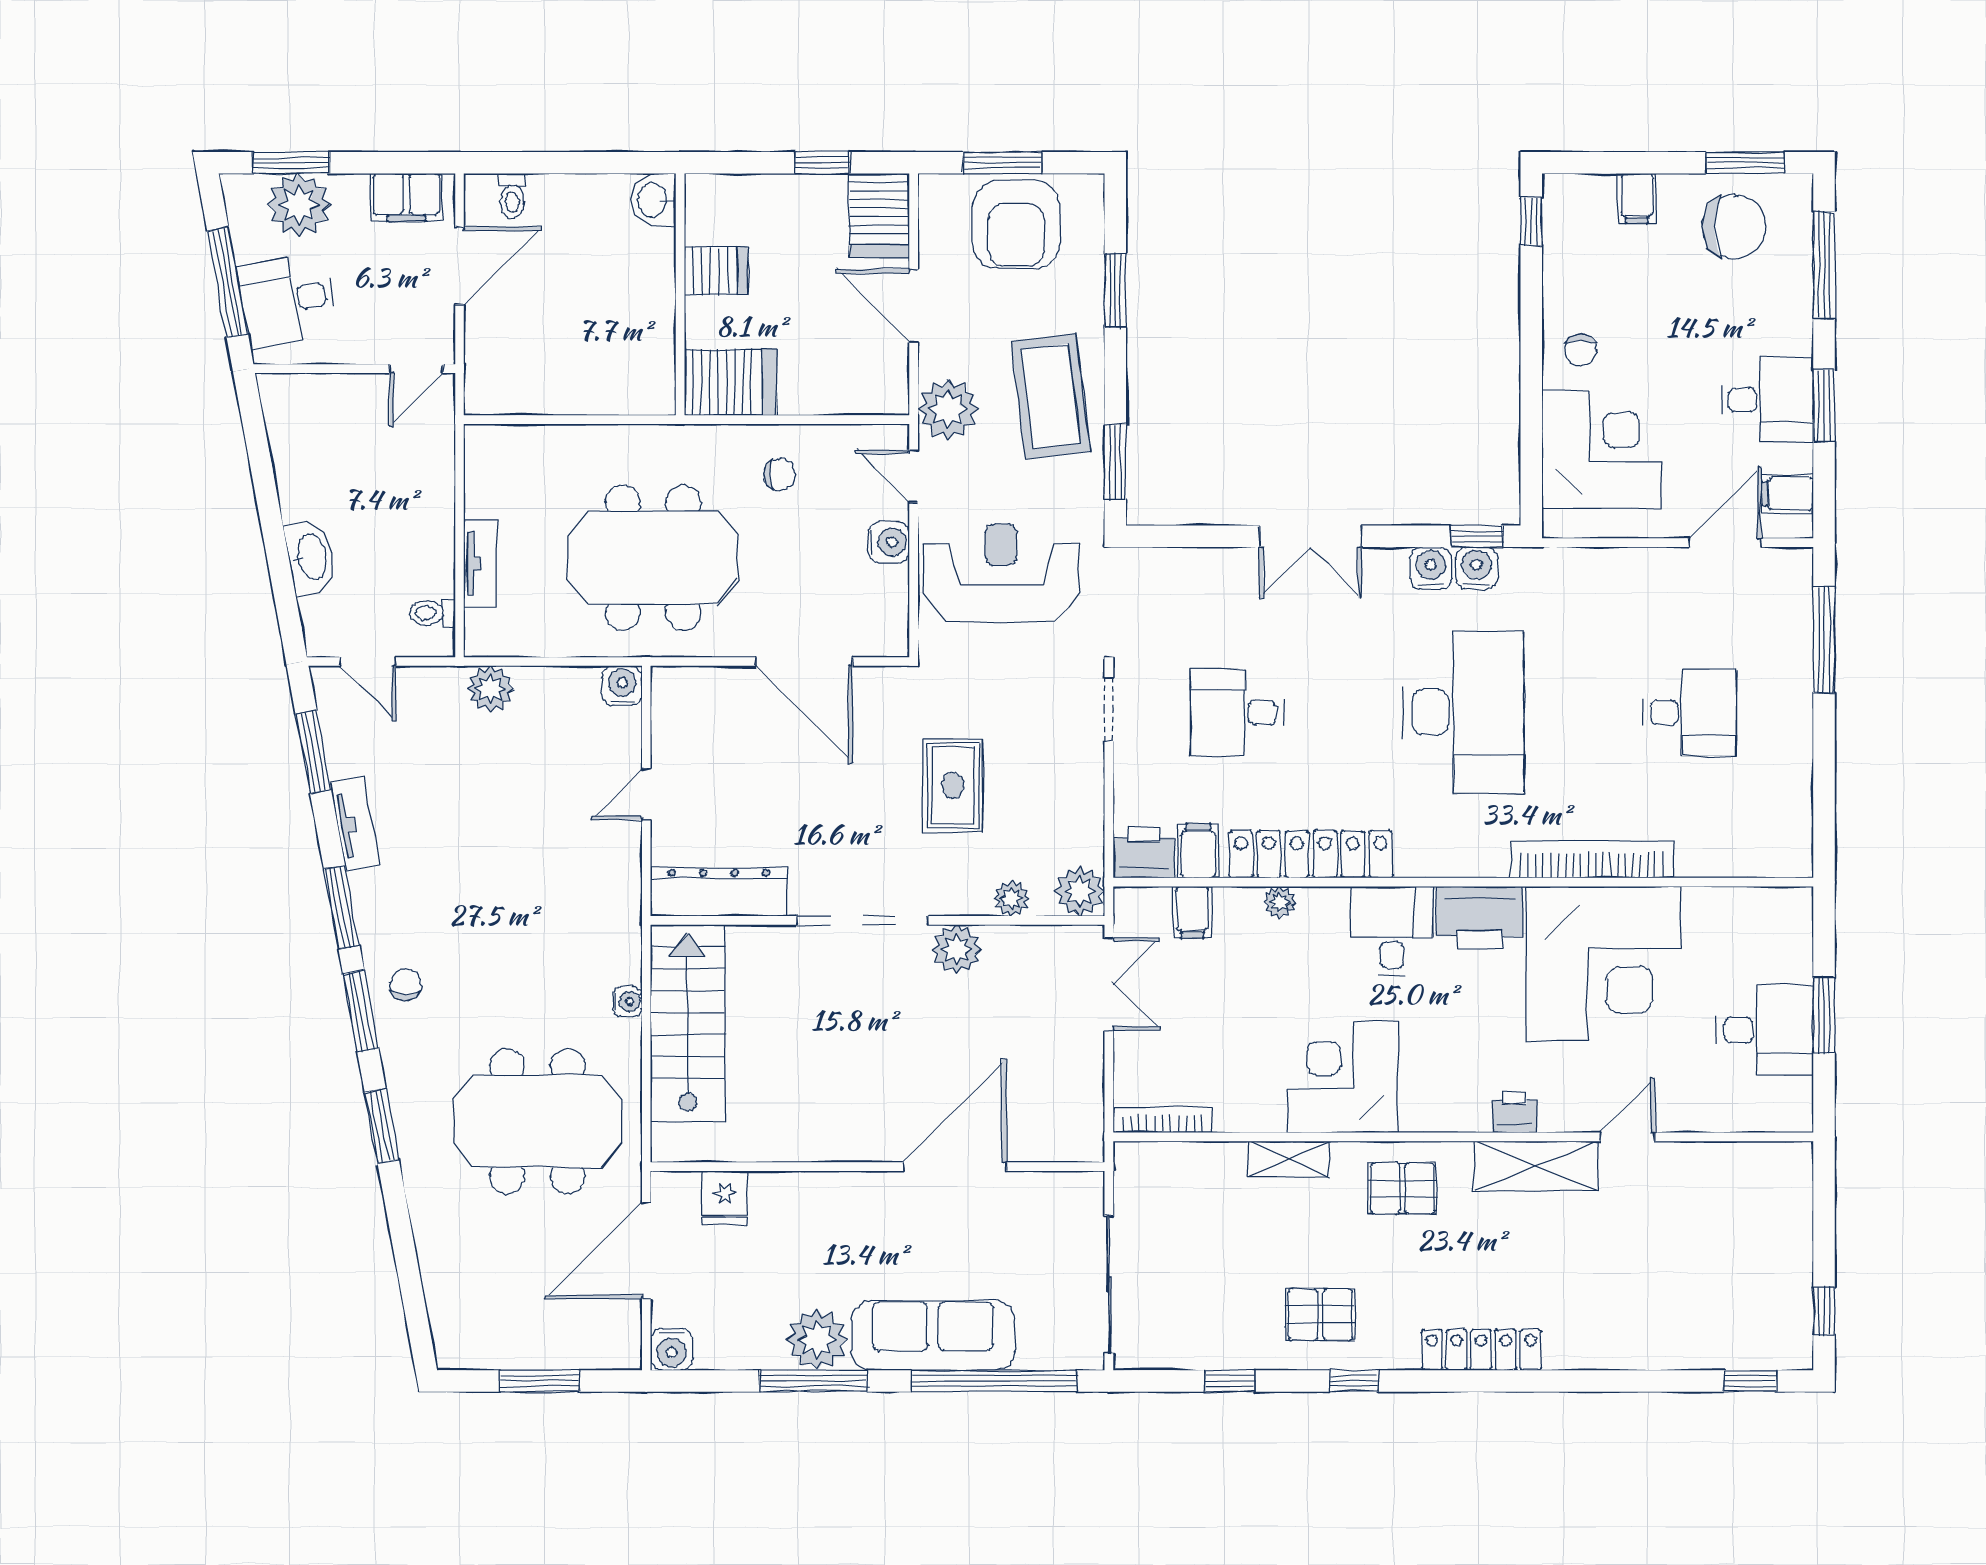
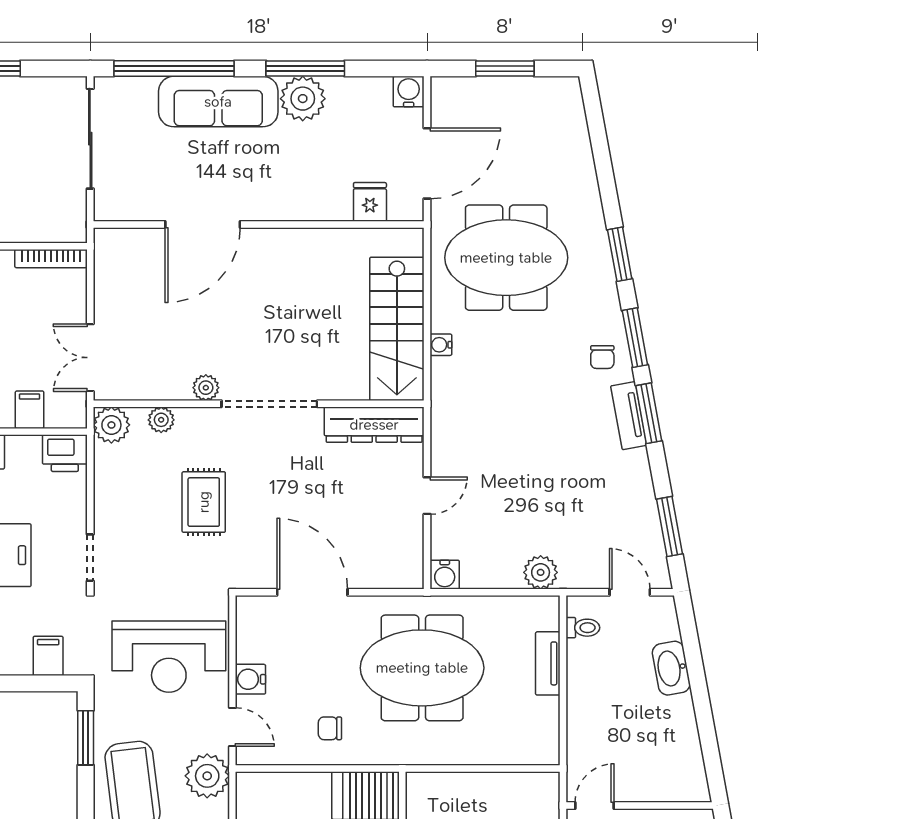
tv unit: (355, 824) -> (629, 416), moved
filing cabinet: (1198, 851) -> (48, 656), moved, turned 180
plant: (957, 949) -> (206, 388), width x0.73, depth x0.73

